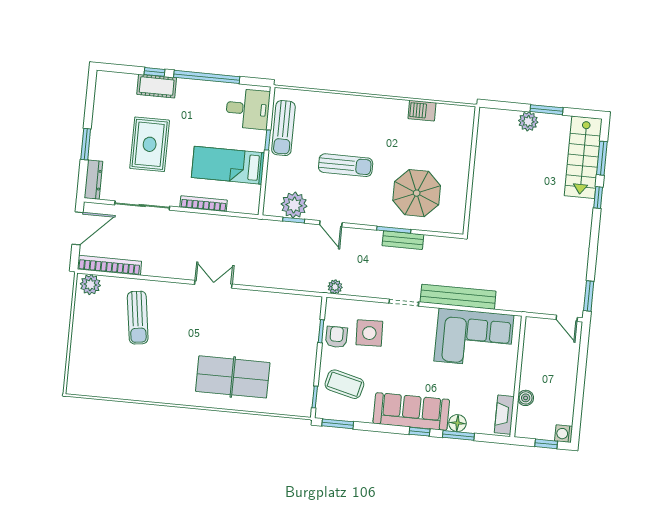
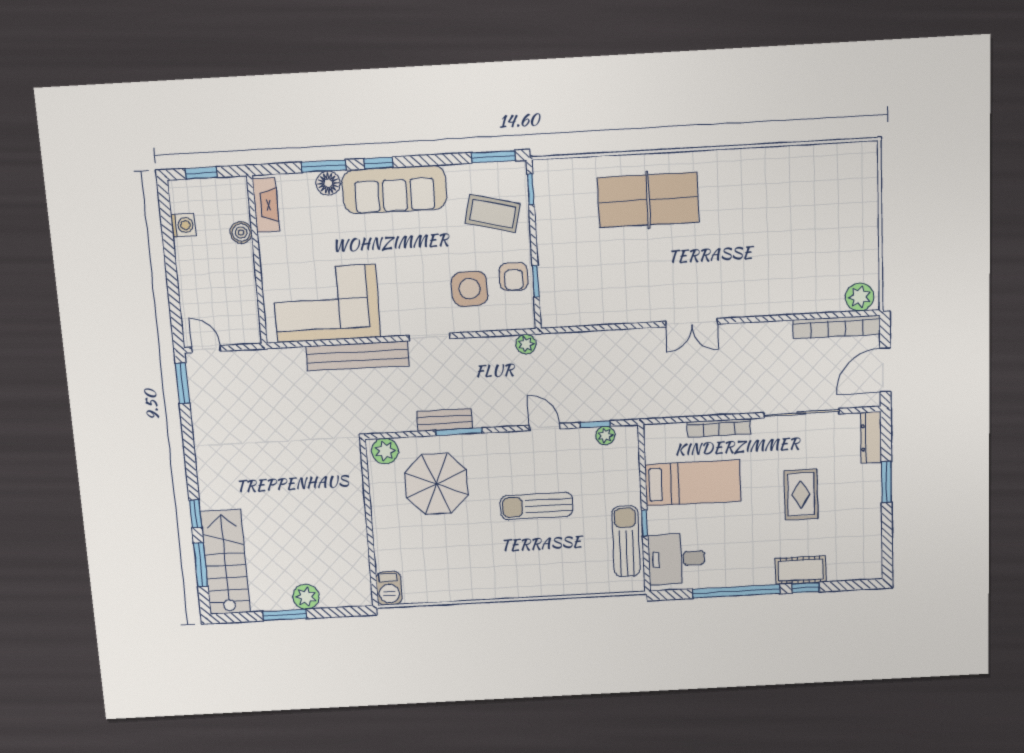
barbecue: (422, 111) -> (389, 588), moved, turned 90
rug: (150, 144) -> (801, 494), width x0.73, depth x0.70
plant: (294, 205) -> (605, 435), width x0.53, depth x0.53
plant: (450, 224) -> (385, 451), added
sun lounger: (138, 318) -> (789, 262), removed
washing machine: (564, 434) -> (183, 225), moved

